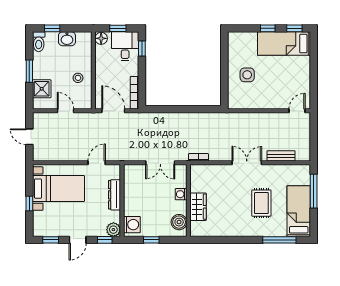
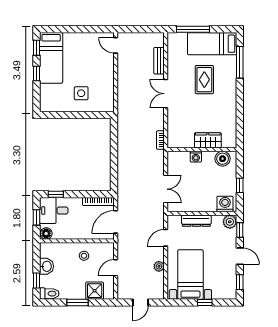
plant: (67, 156) -> (159, 266), added
door: (97, 163) -> (166, 238), hinge flipped
double door: (160, 163) -> (166, 189), moved
rug: (261, 203) -> (204, 80), turned 90

